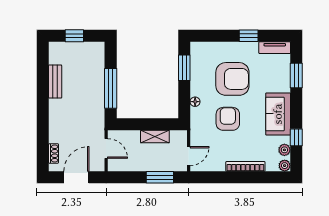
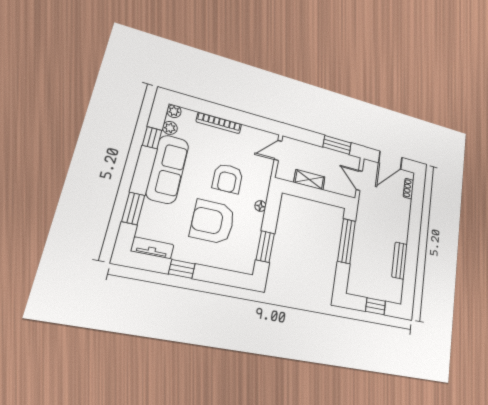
sofa: (278, 114) -> (167, 169), width x1.36
window: (160, 177) -> (337, 145), moved

